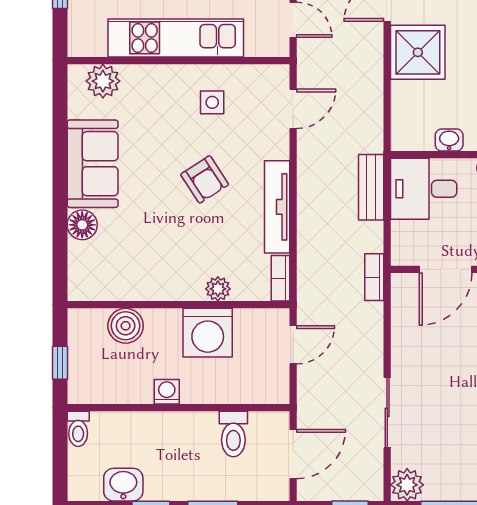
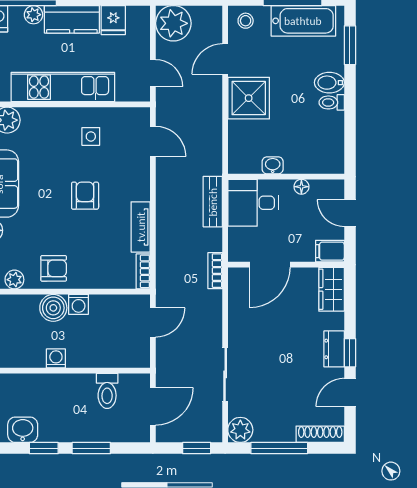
door: (293, 109) -> (153, 141), hinge flipped
armchair: (205, 179) -> (85, 196), turned -147
tv unit: (277, 207) -> (141, 227), width x0.71
armchair: (164, 274) -> (54, 268), added
plant: (218, 289) -> (14, 280), moved
boiler: (126, 326) -> (53, 308), moved
washing machine: (208, 333) -> (79, 304), width x0.53, depth x0.53

